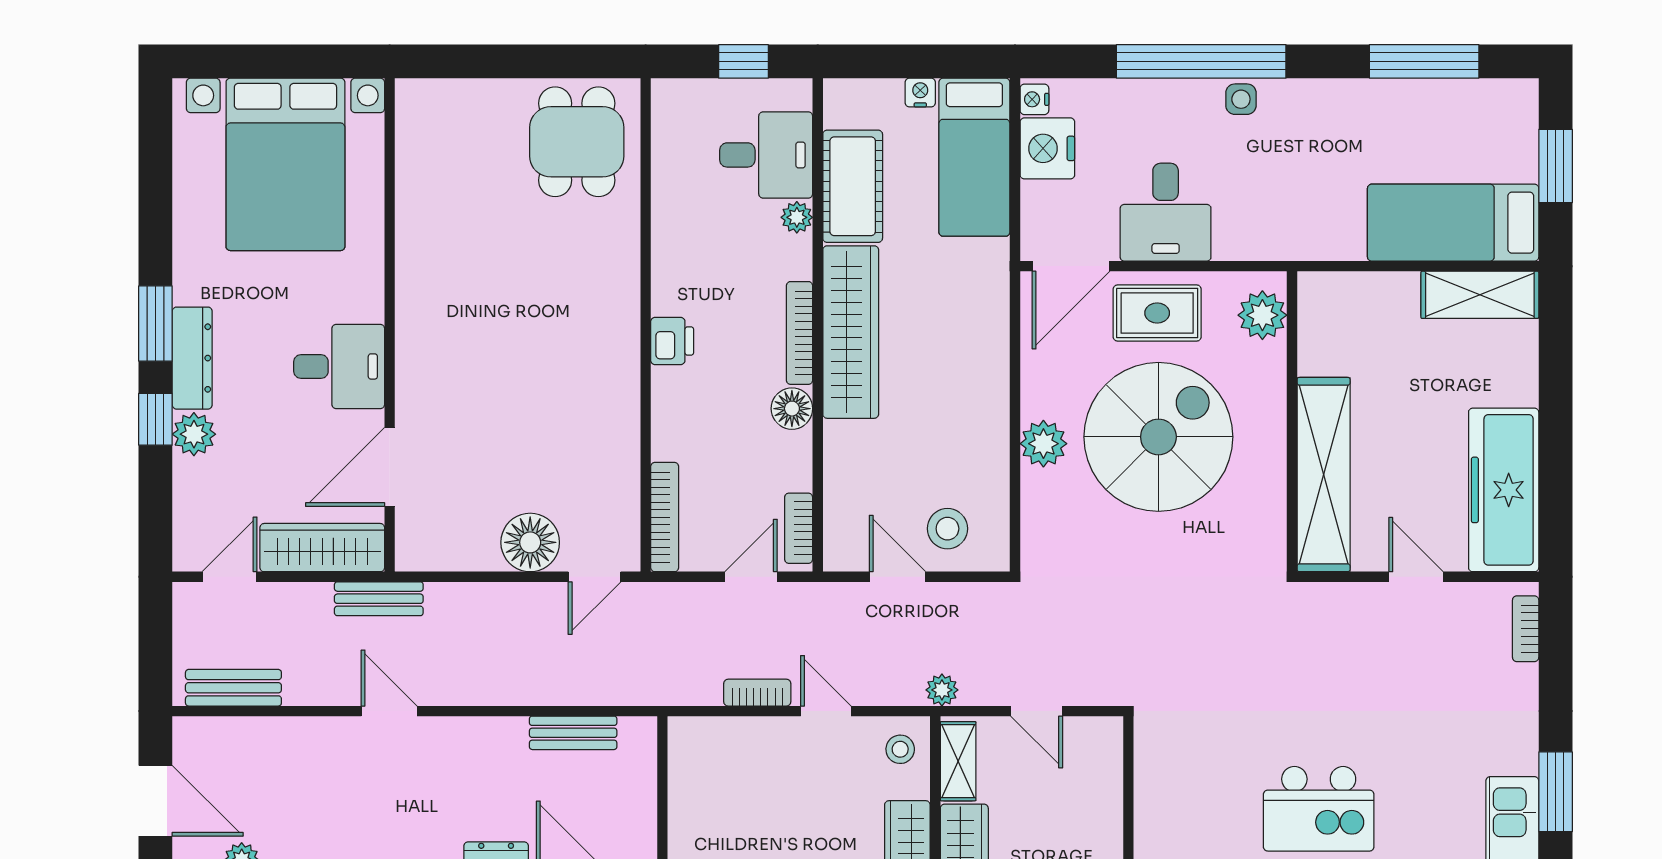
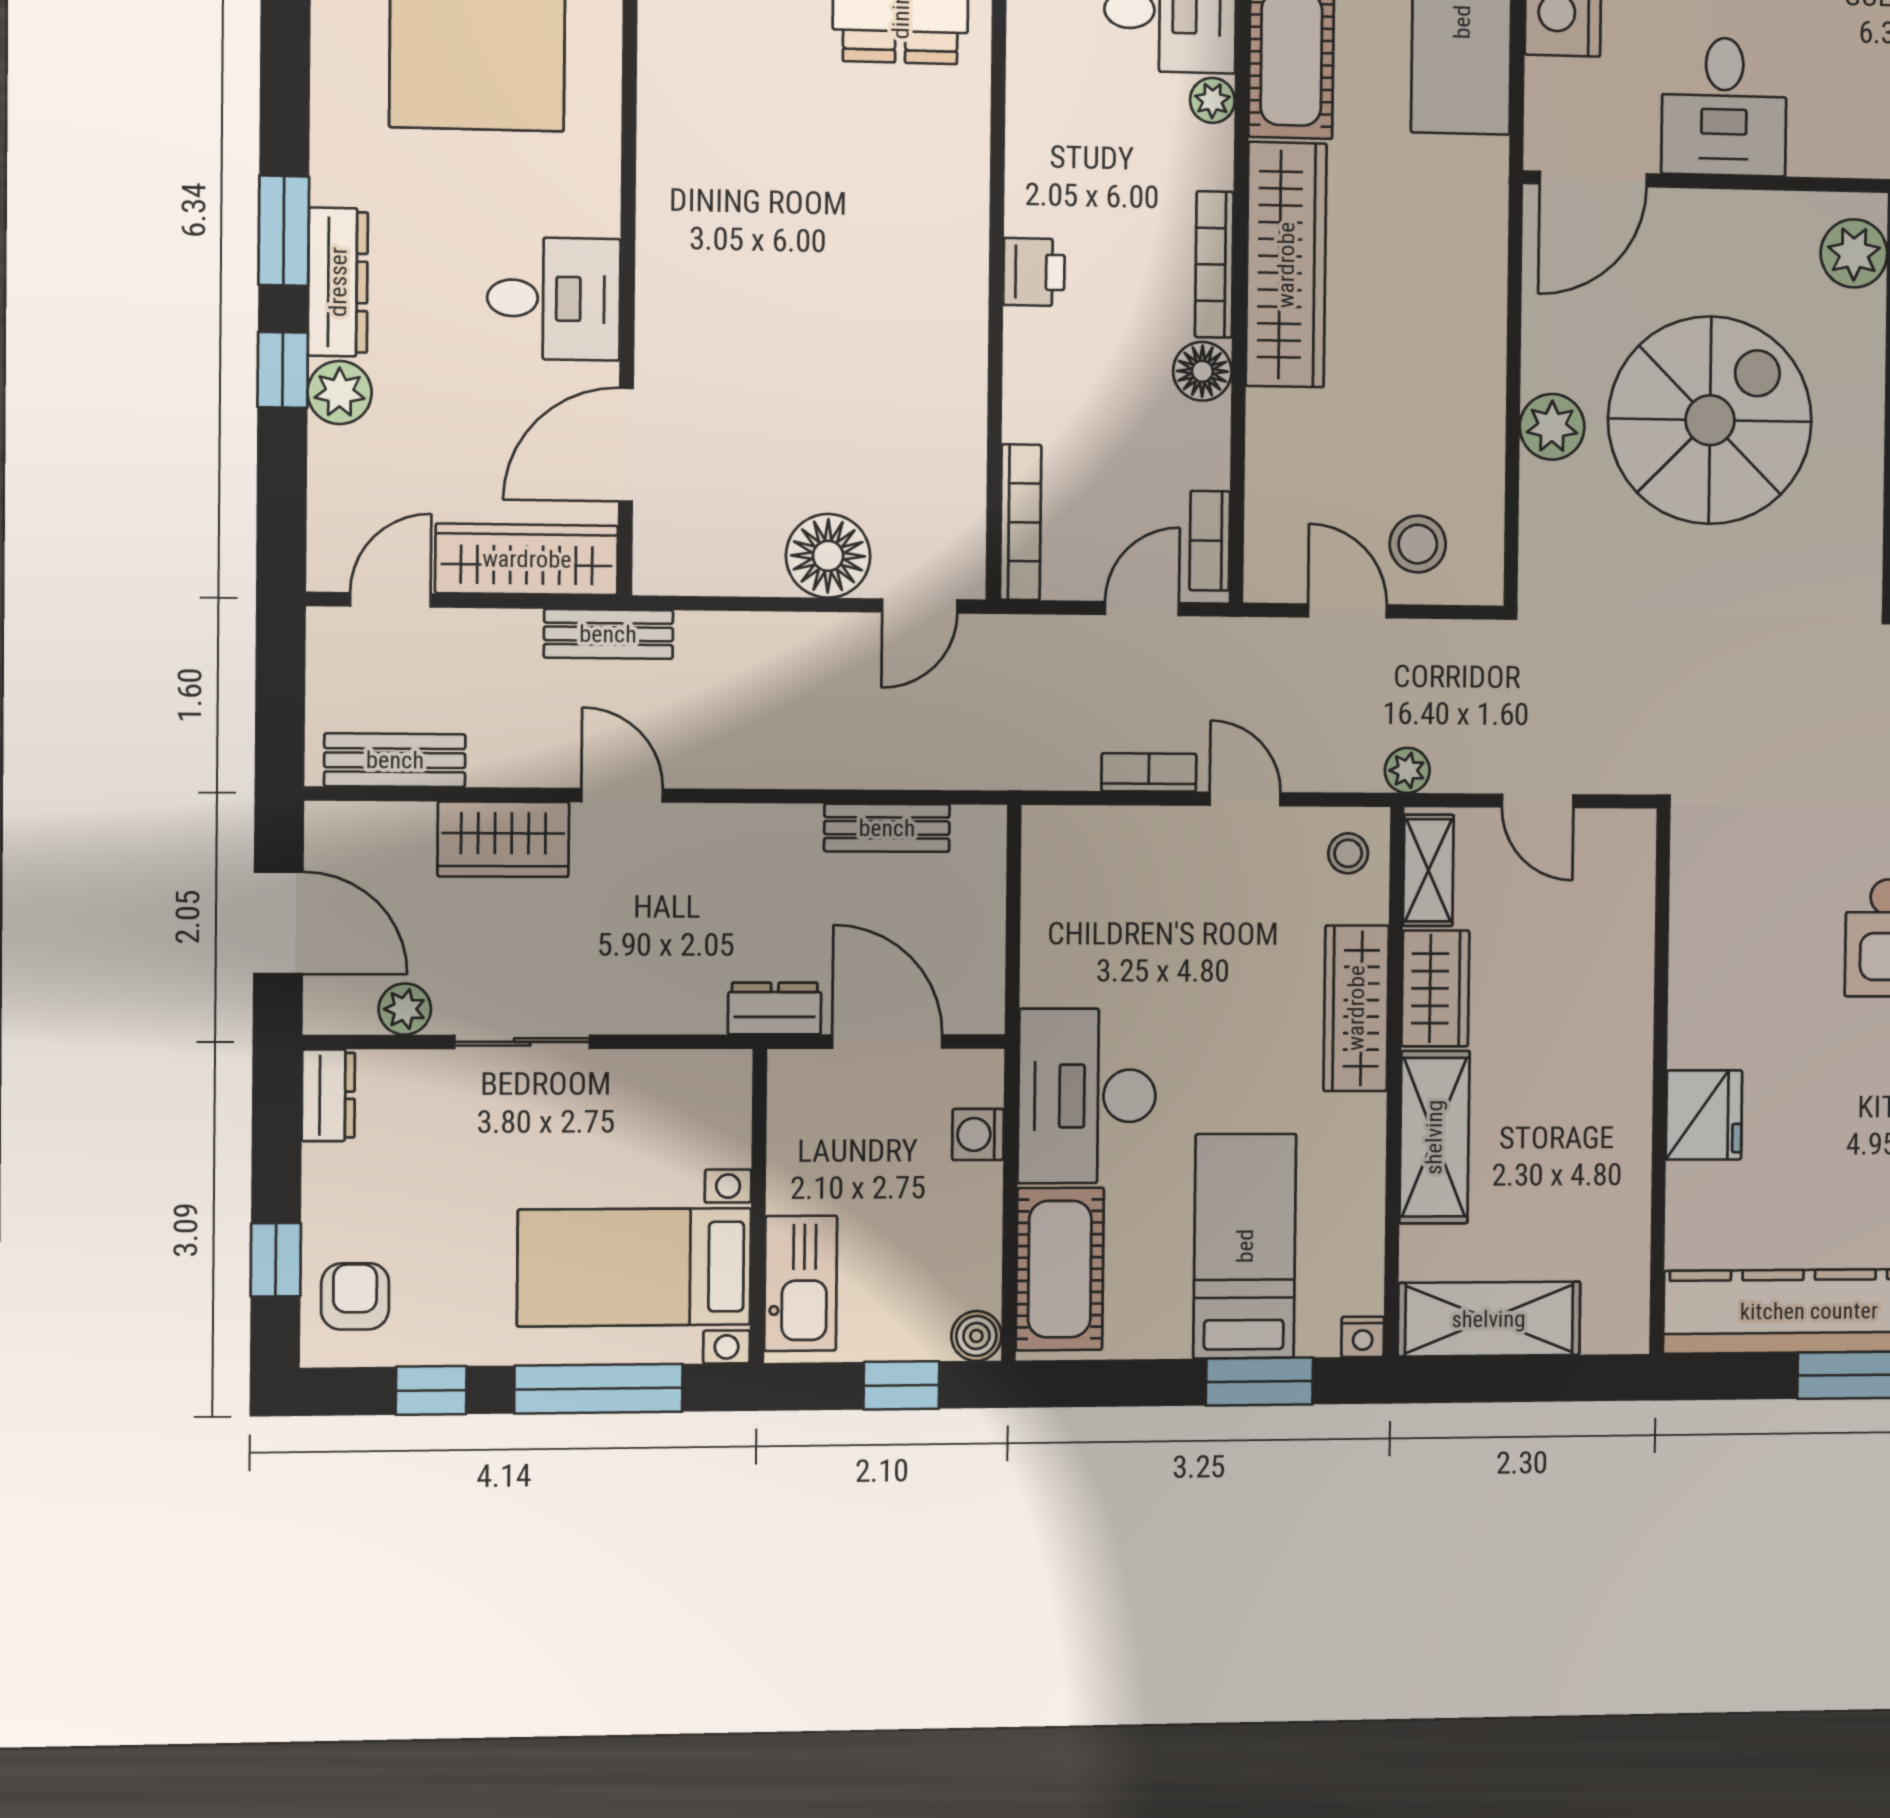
rug: (1157, 313) -> (1711, 247), removed
wardrobe: (308, 742) -> (503, 839), added

